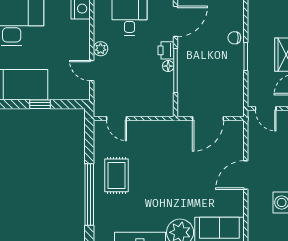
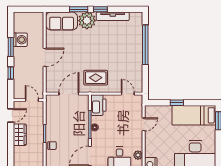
plant: (101, 49) -> (138, 155), moved
printer: (166, 50) -> (98, 105), moved, width x1.87, depth x1.48
door: (92, 71) -> (144, 124), hinge flipped
rug: (117, 175) -> (96, 78), moved, turned 90

